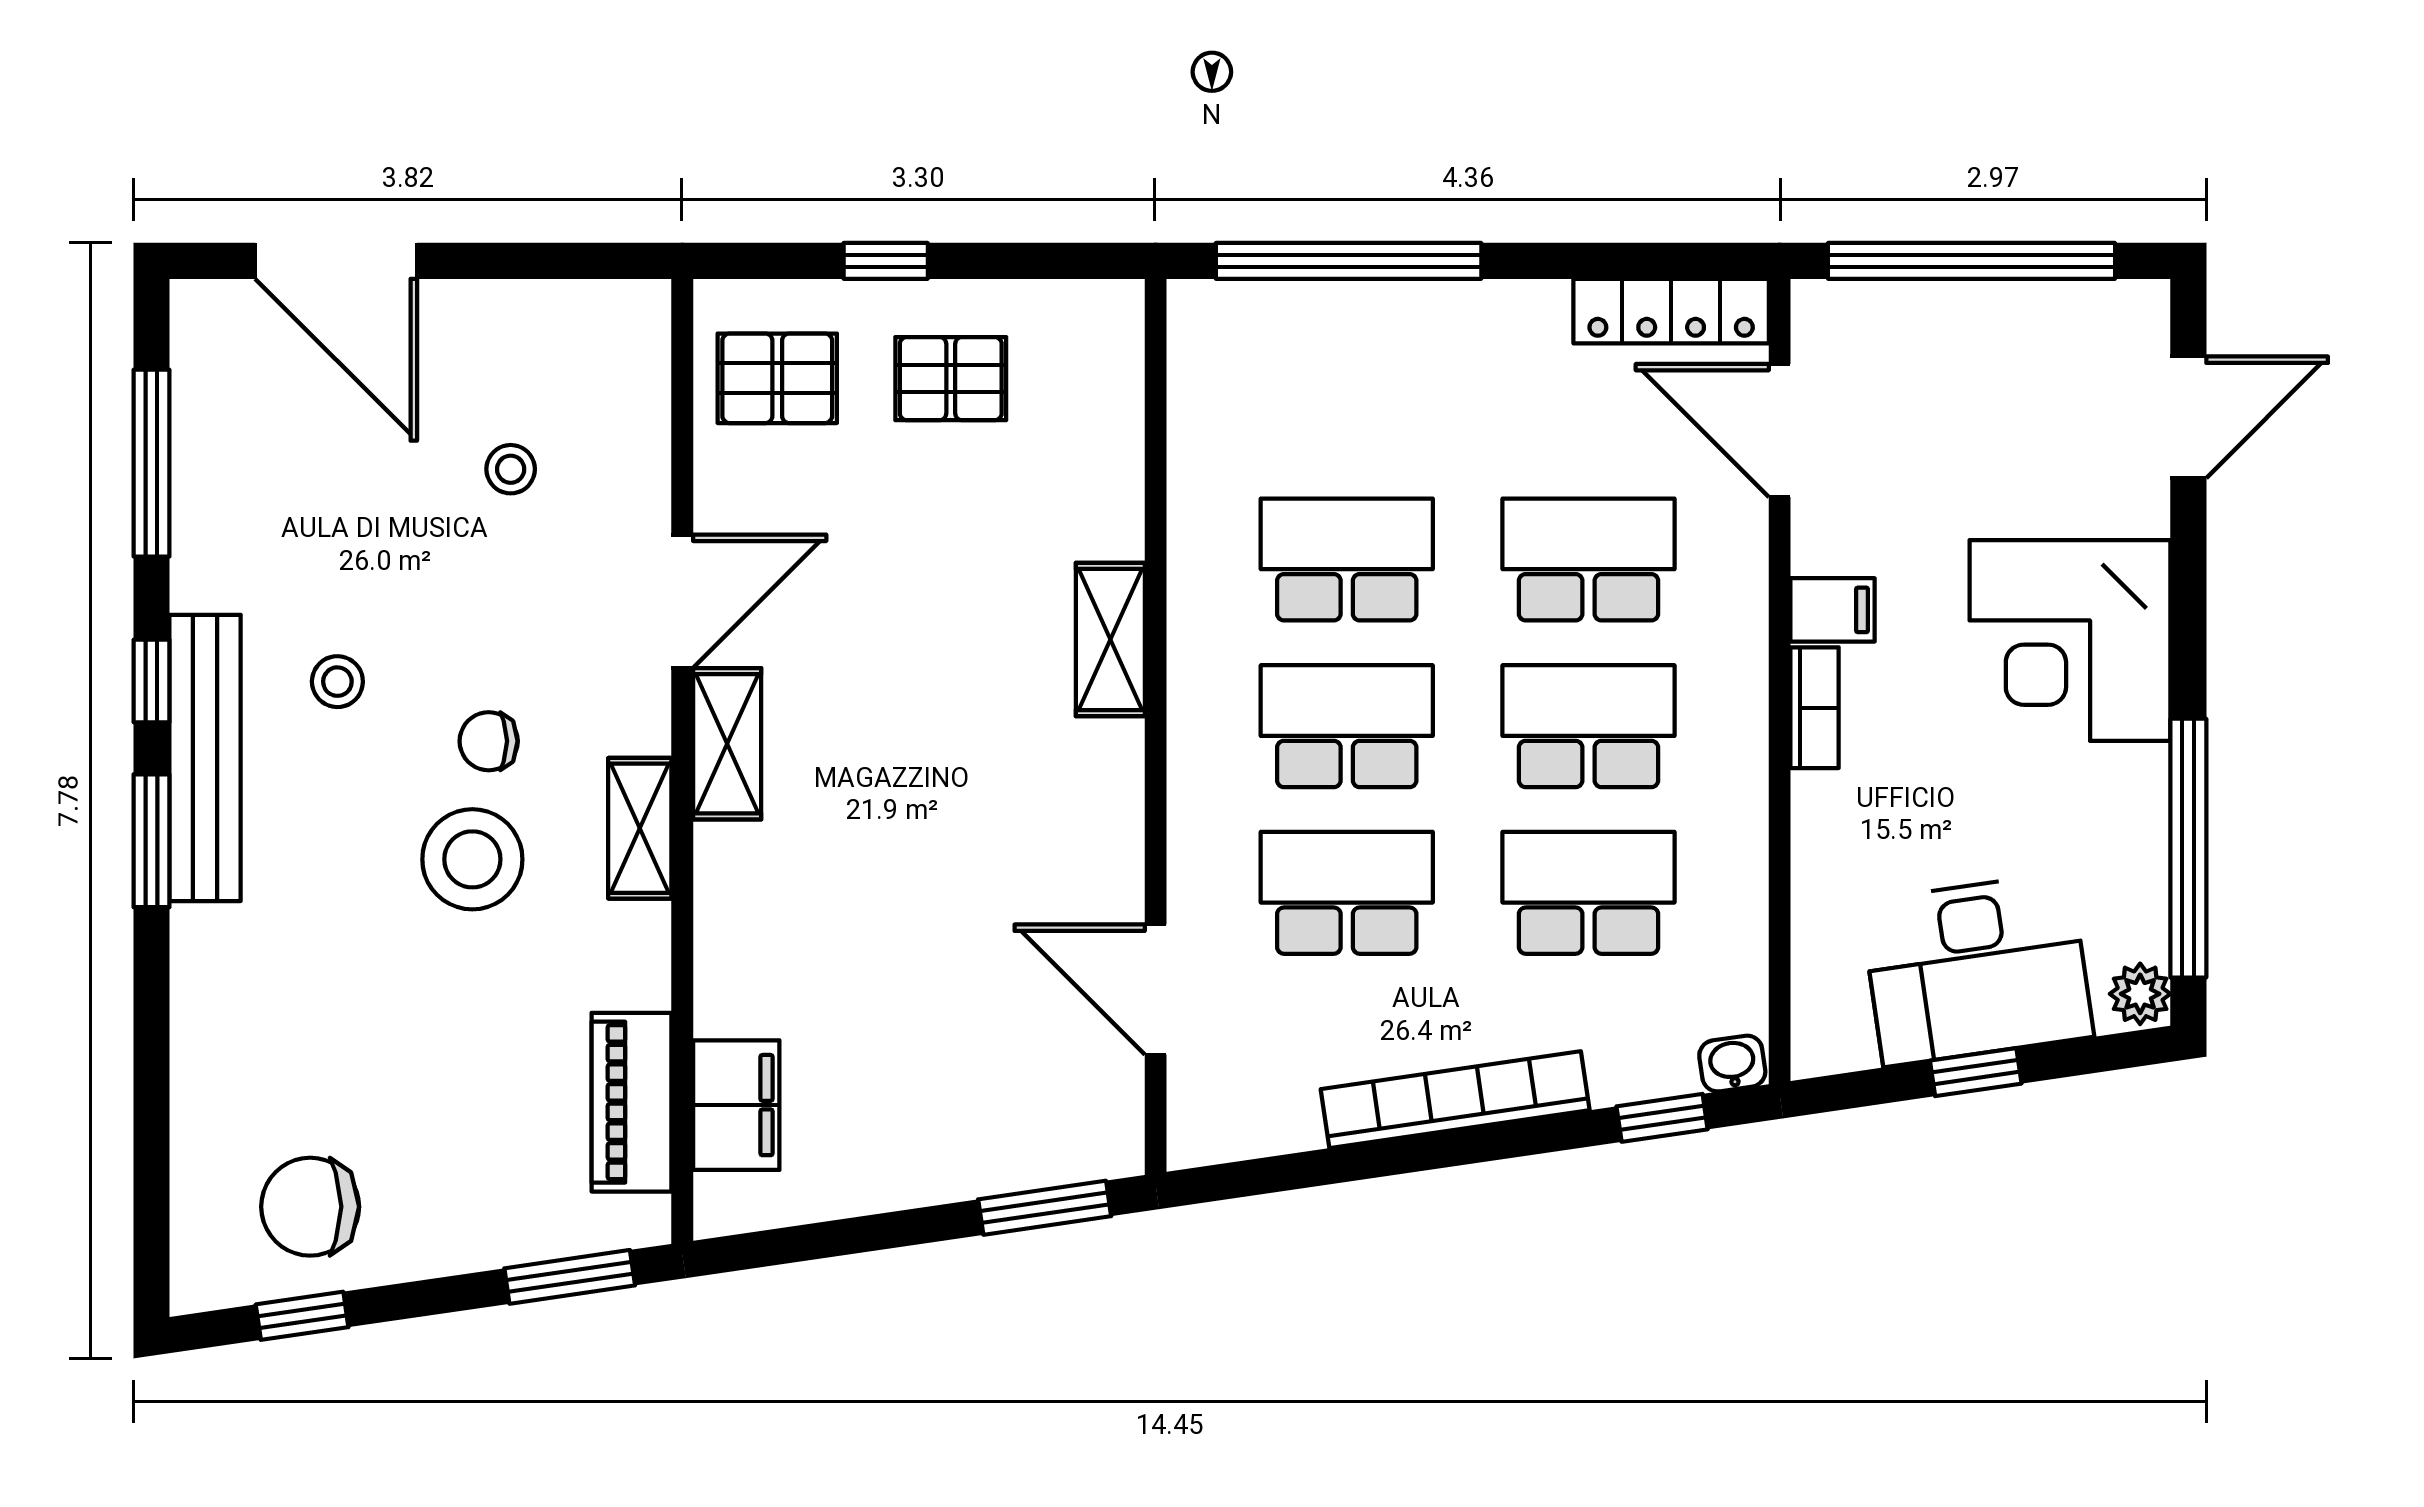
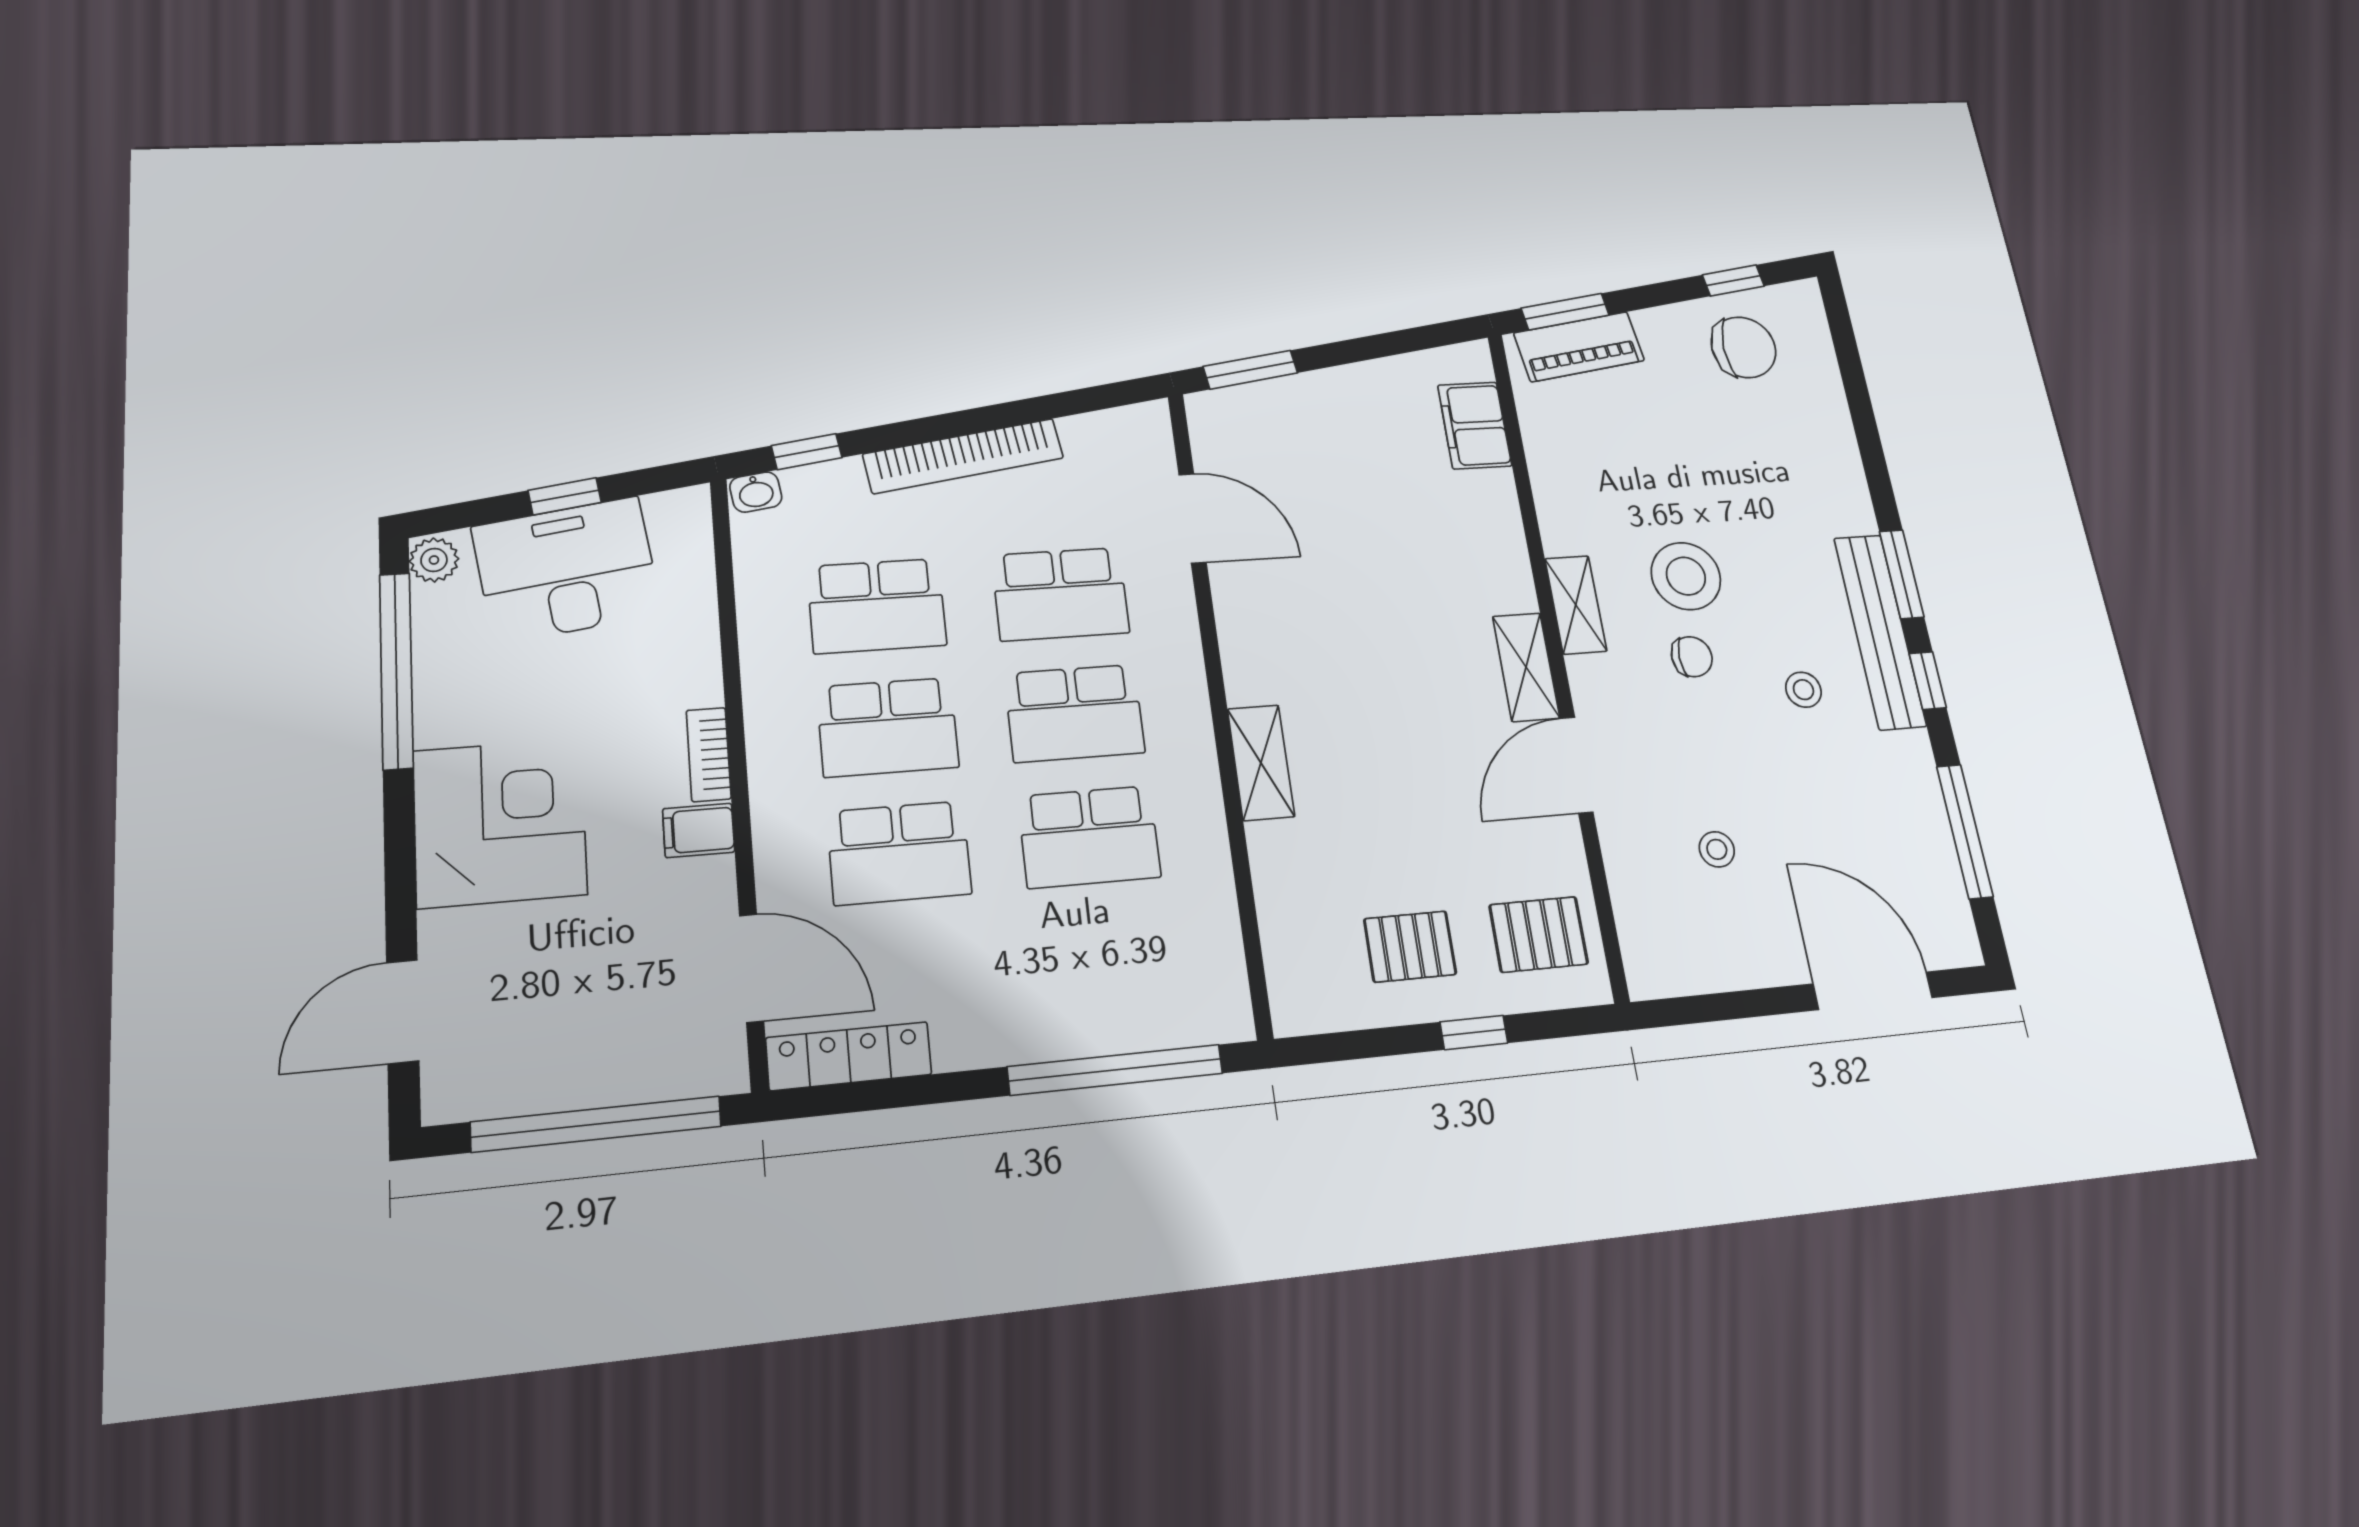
piano: (632, 1102) -> (1579, 347), moved, turned 82

